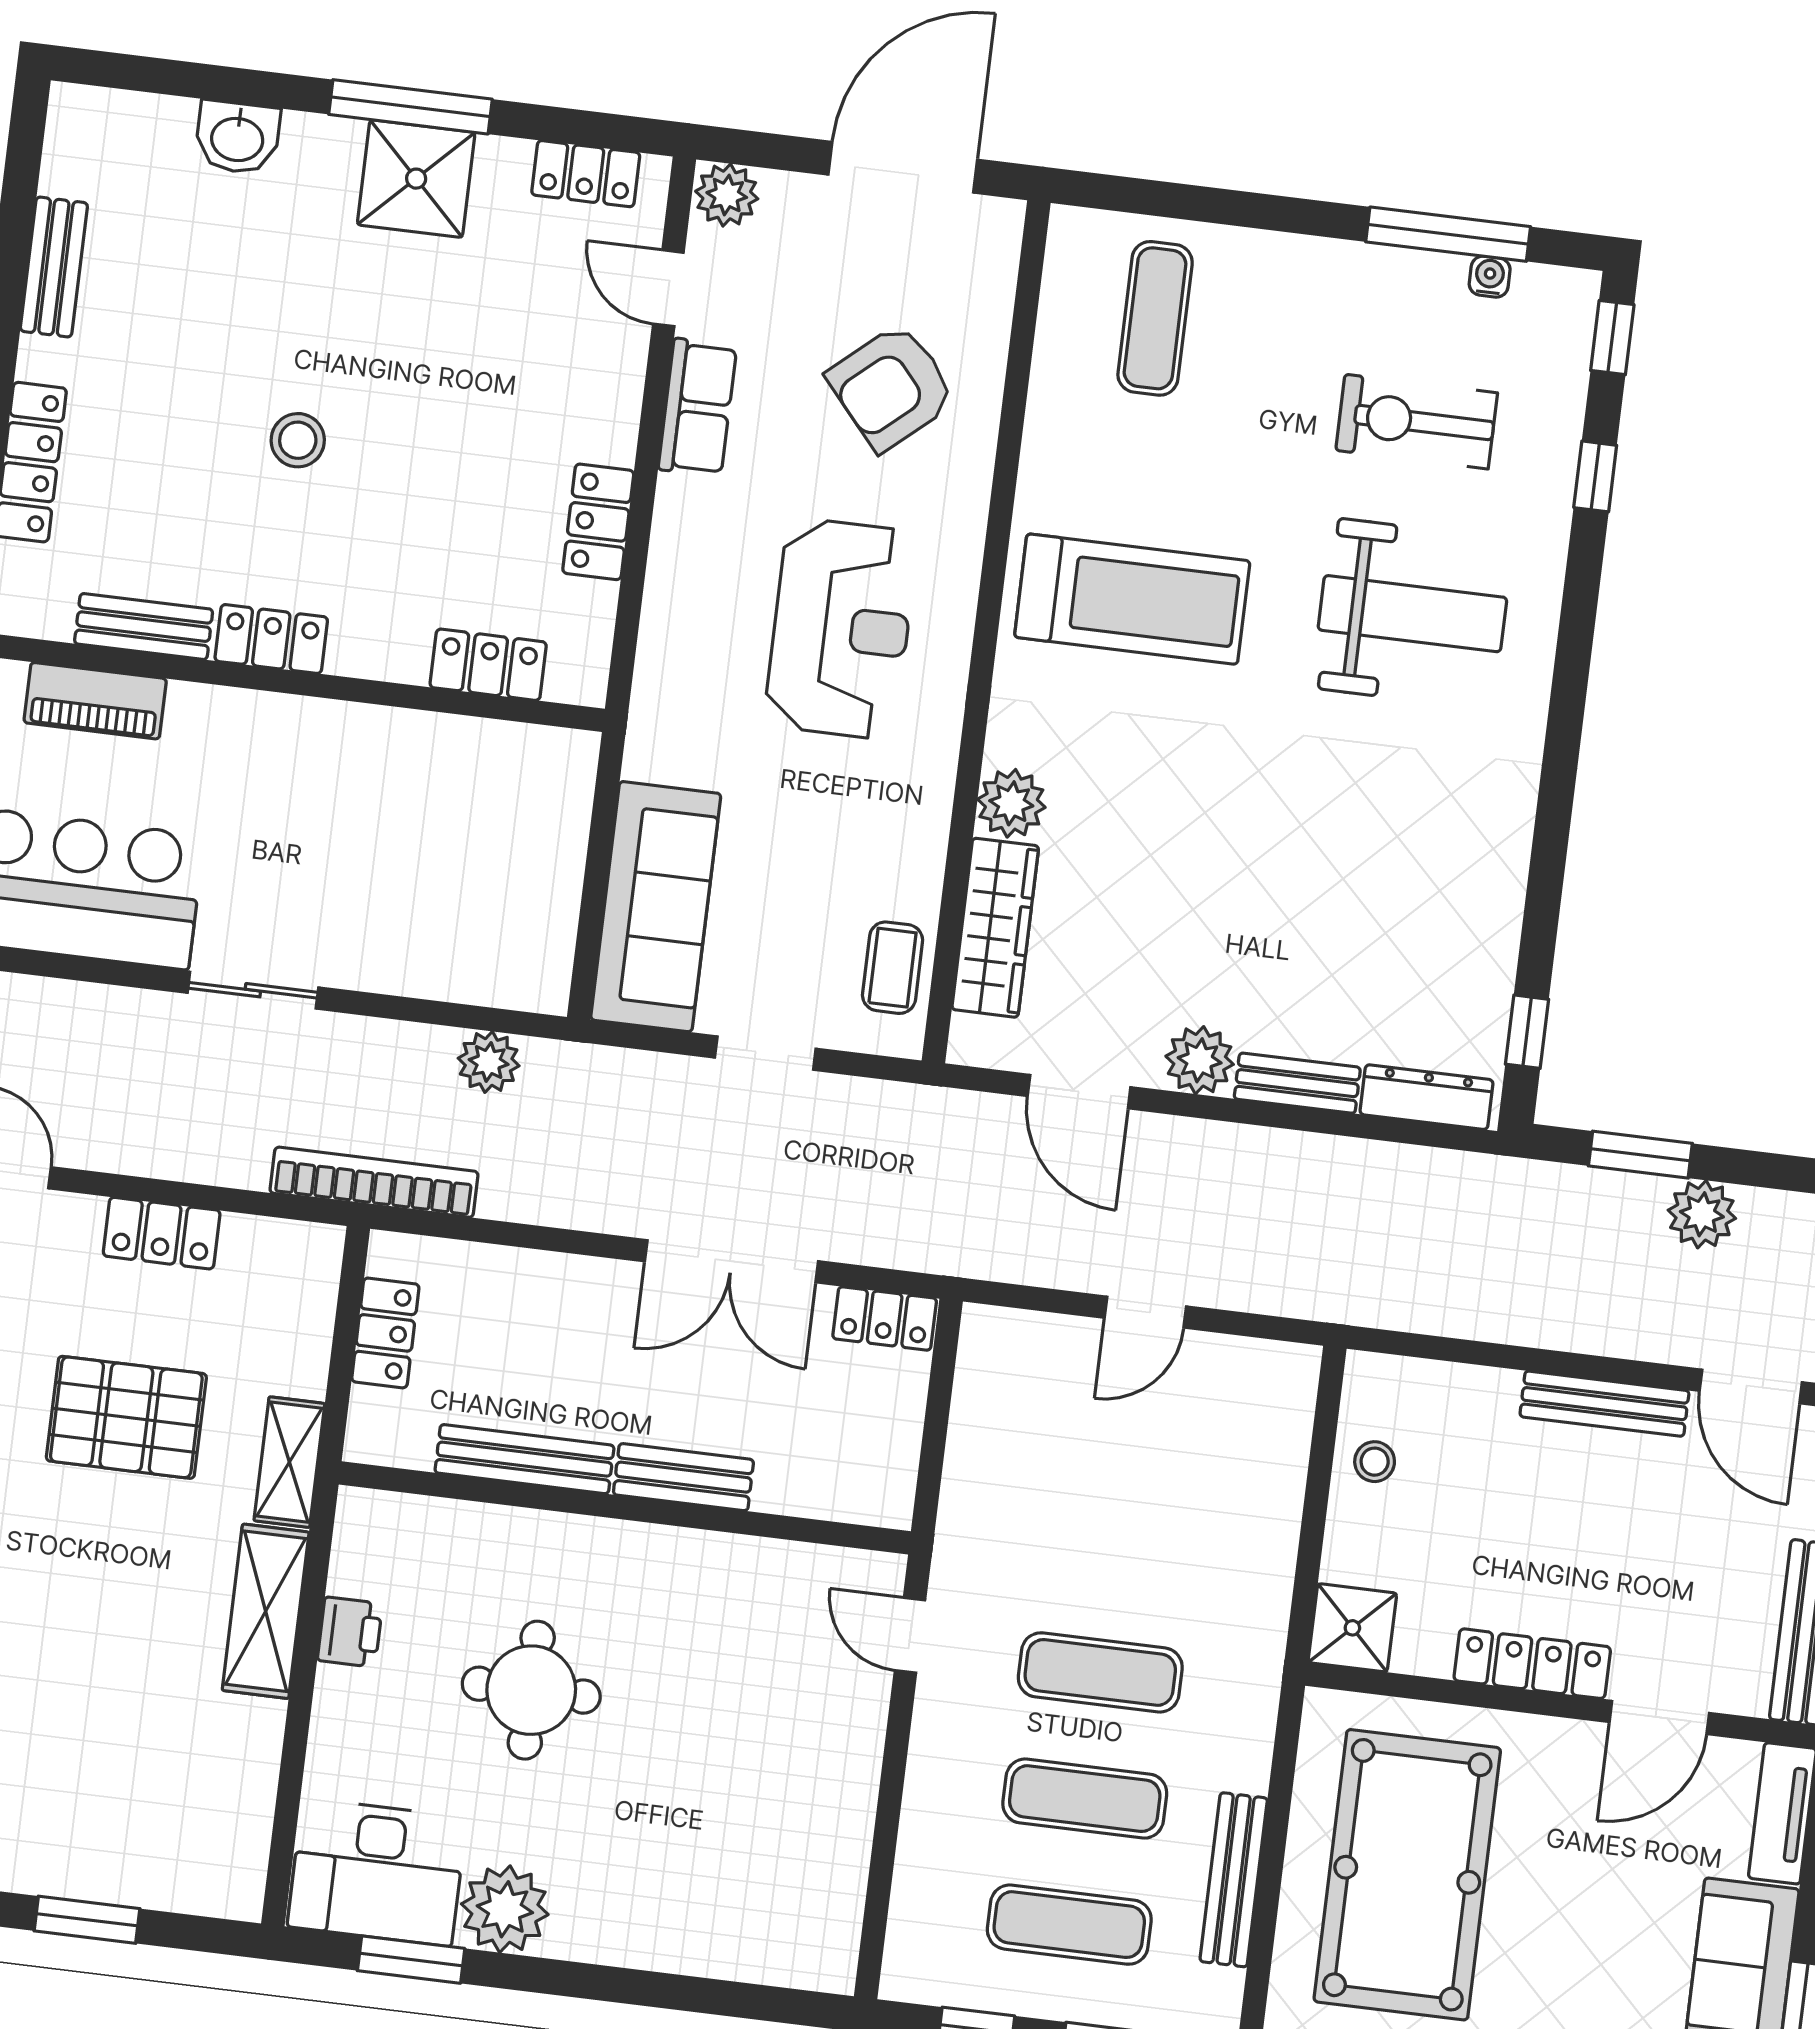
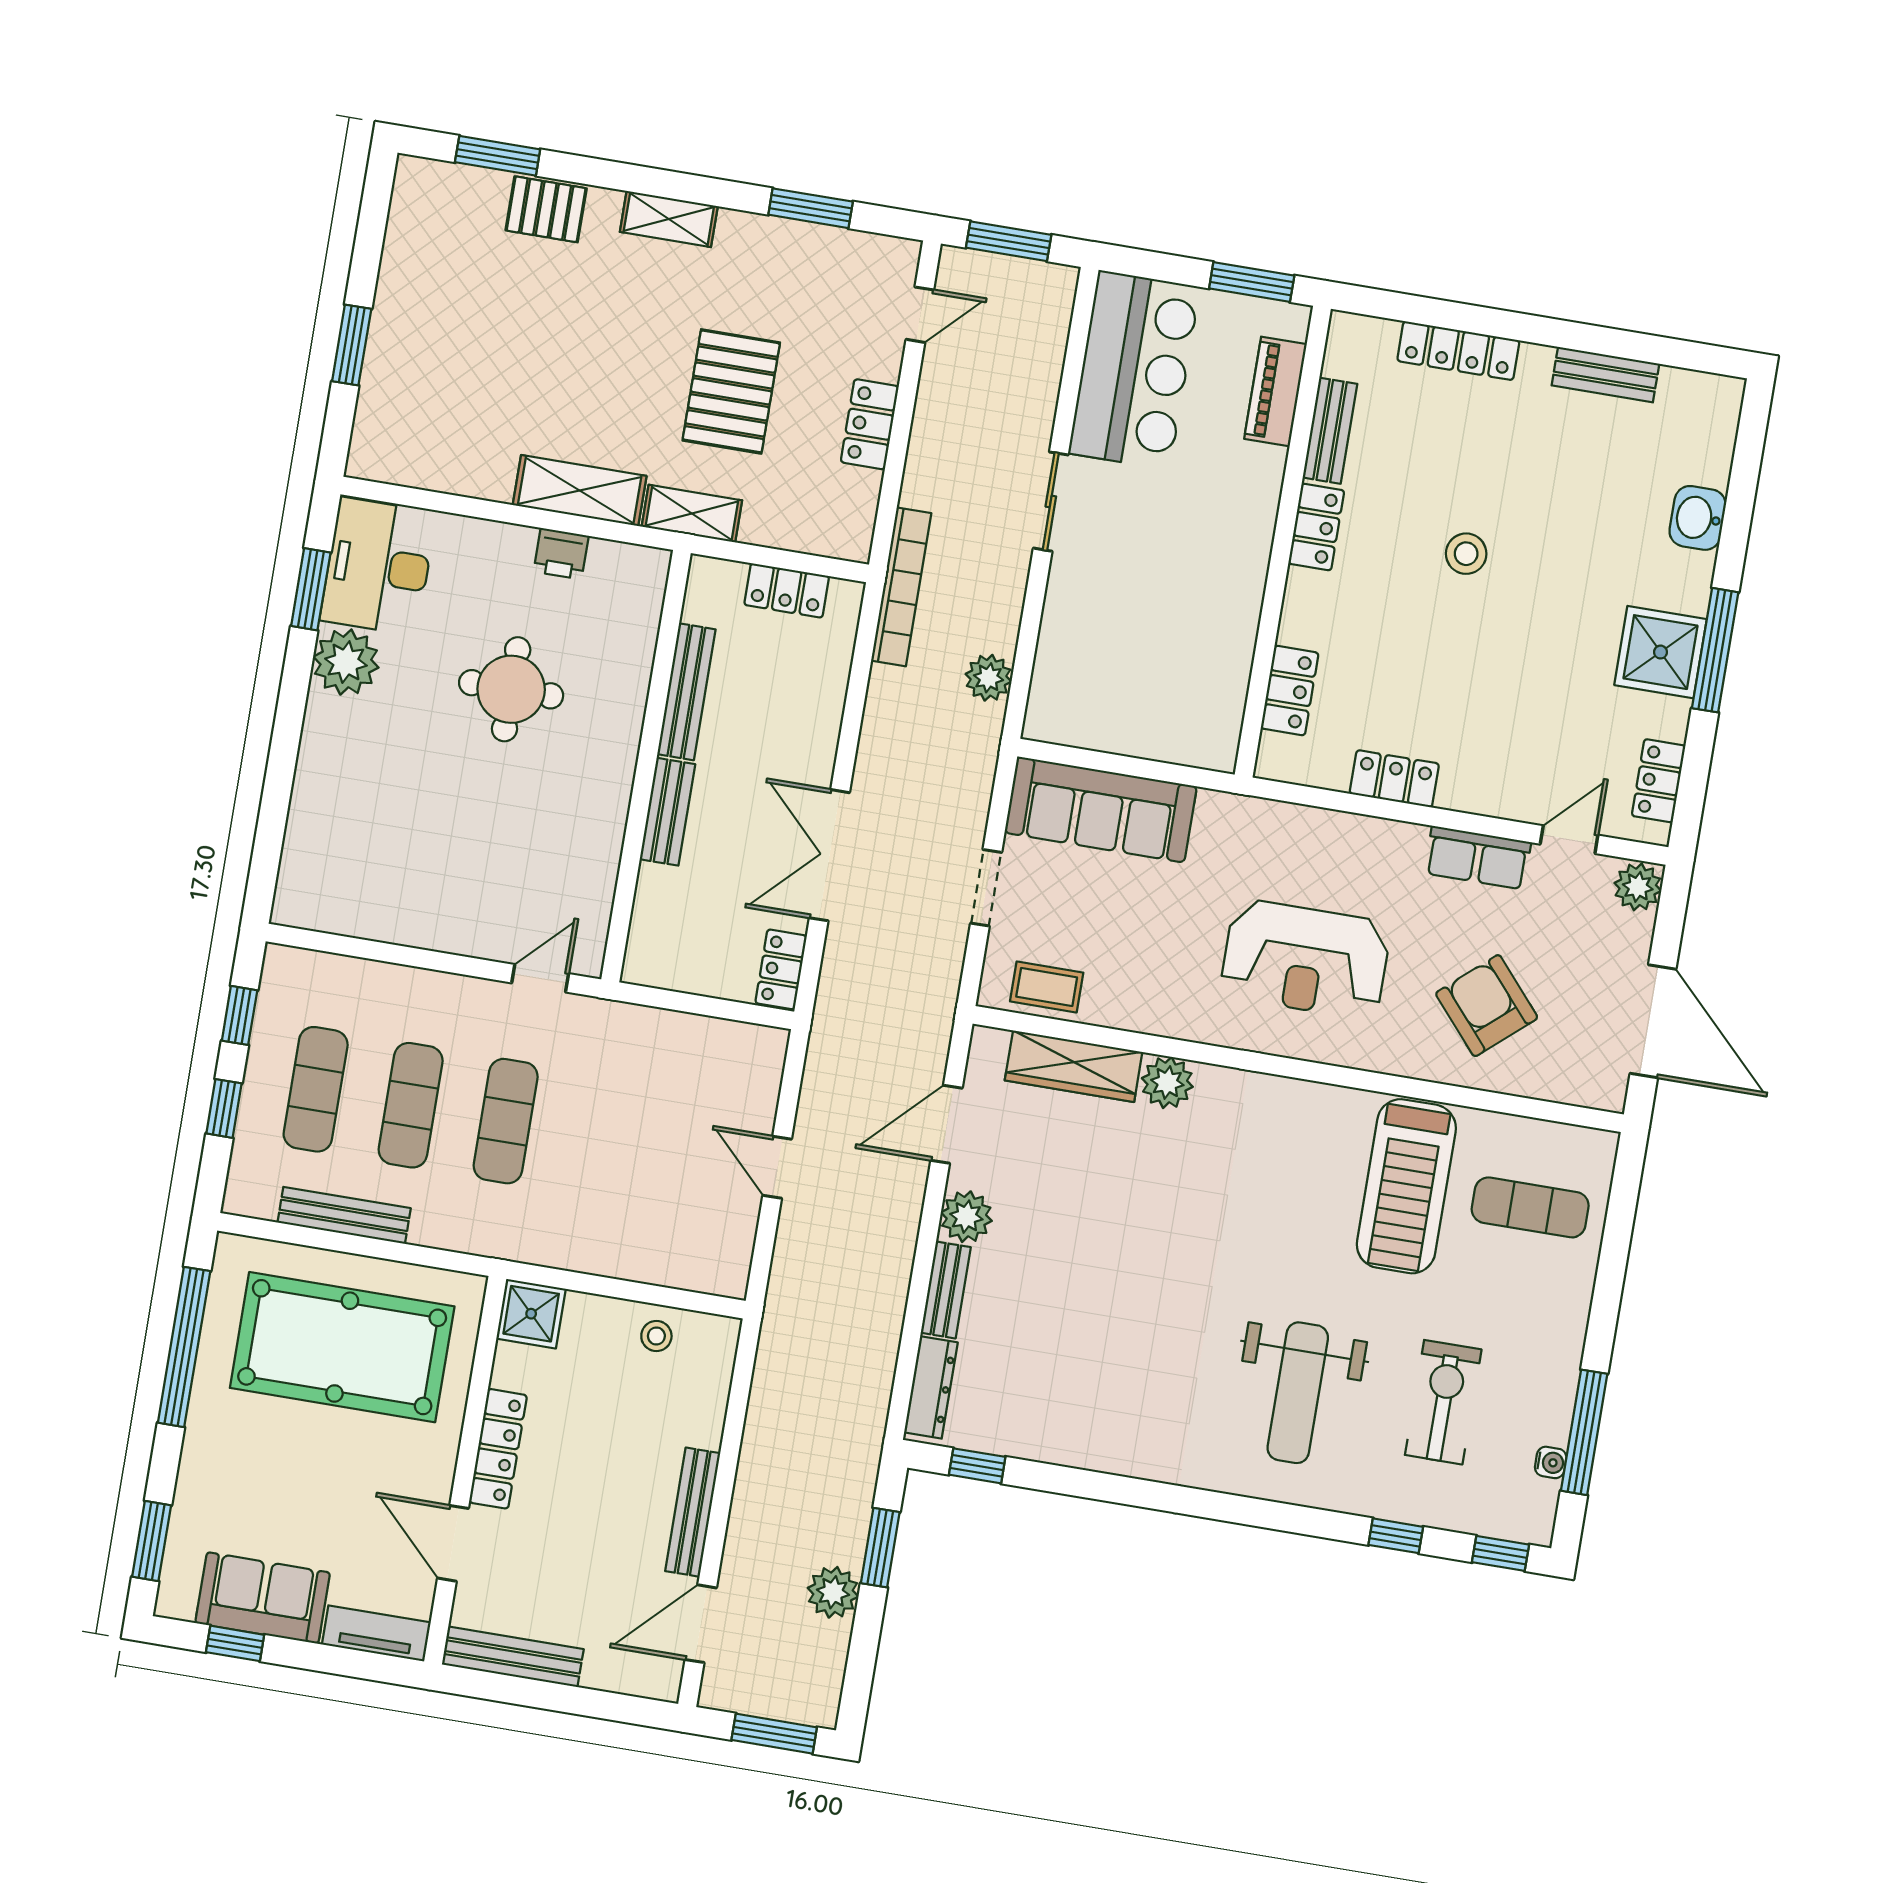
treadmill: (1132, 599) -> (1406, 1186), moved

